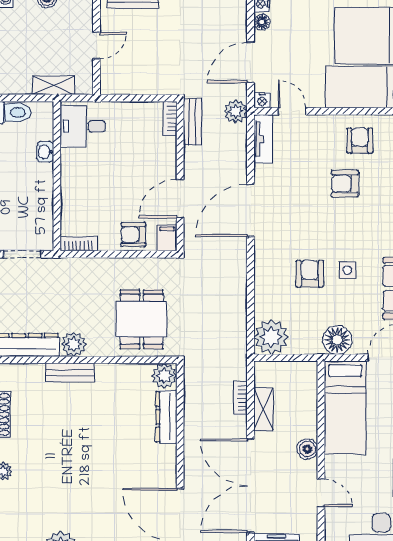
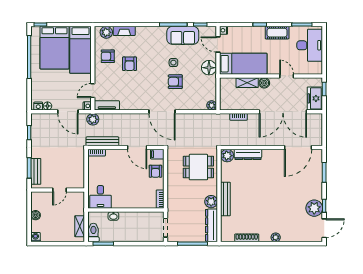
door: (96, 46) -> (59, 190), swing flipped
shelving: (54, 85) -> (80, 226), moved
bench: (192, 122) -> (102, 141), width x1.36
door: (251, 210) -> (162, 112), moved
plant: (271, 337) -> (212, 105), width x0.53, depth x0.53
bench: (70, 373) -> (225, 199), width x1.36
shelving: (264, 409) -> (247, 83), moved
door: (321, 493) -> (287, 76), hinge flipped

